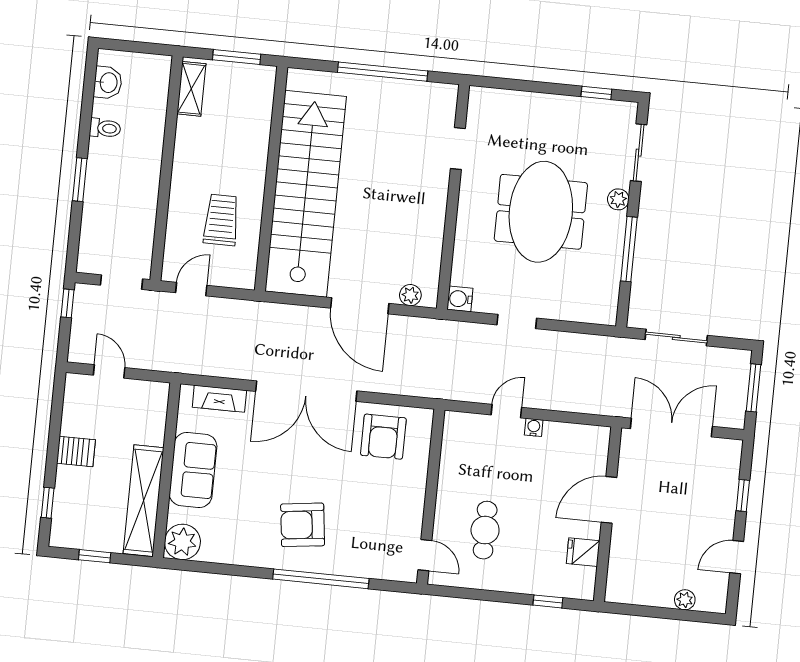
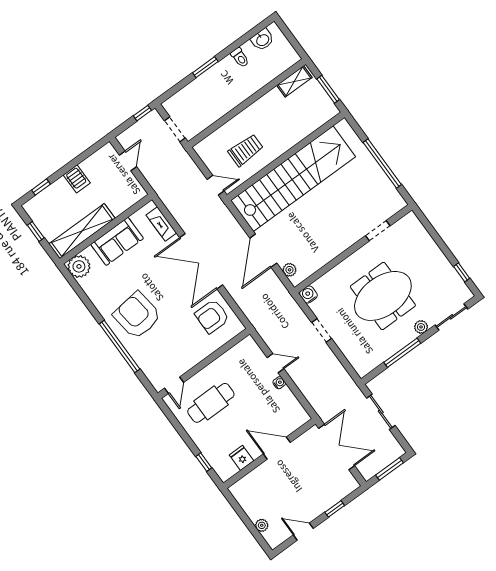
door: (191, 289) -> (216, 185), moved
armchair: (303, 525) -> (137, 315), width x1.36, depth x1.36
cafe table: (485, 530) -> (211, 403), width x1.37, depth x1.35

